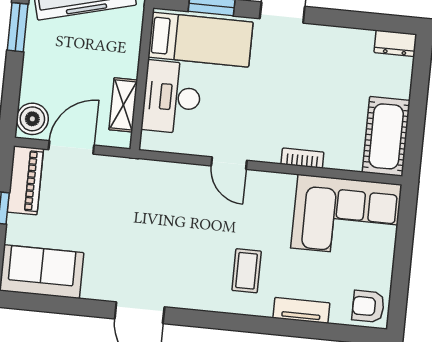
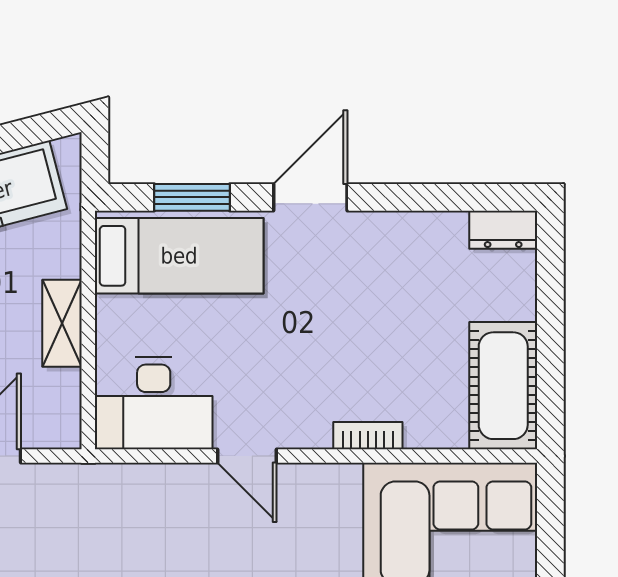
desk: (172, 97) -> (154, 403), moved, turned -90
shelving: (123, 105) -> (62, 323), moved

